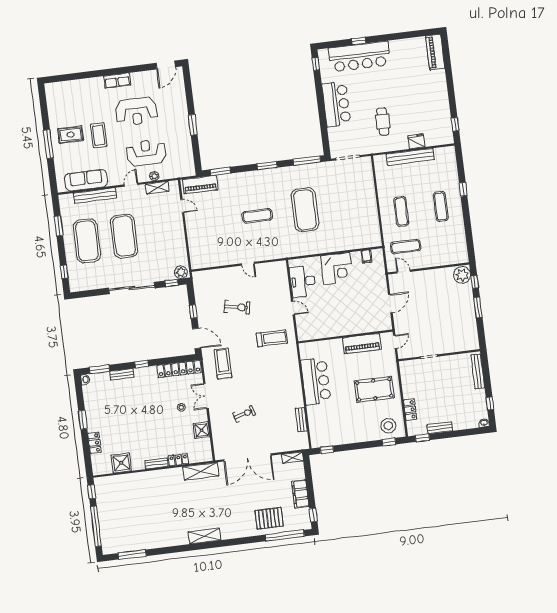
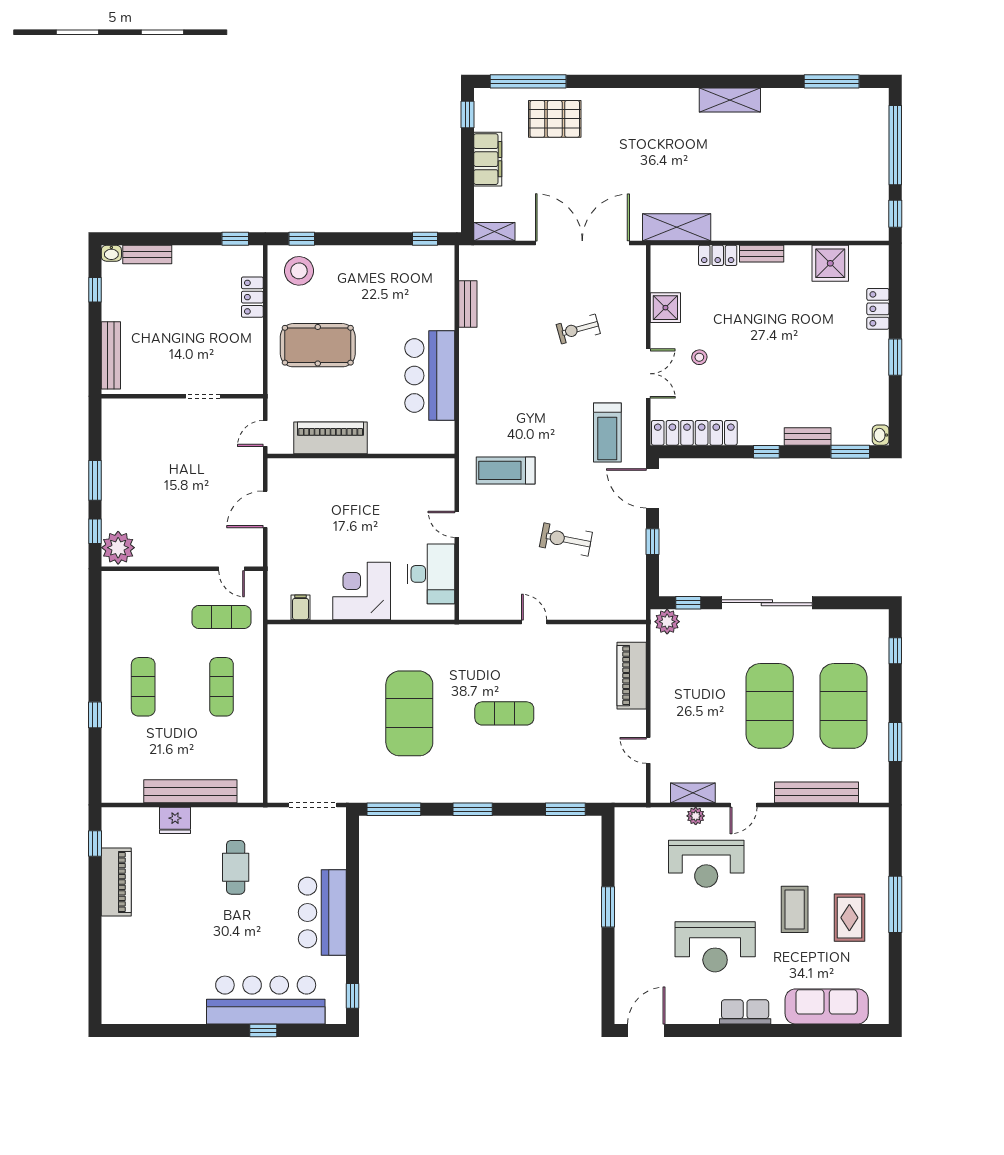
piano: (435, 52) -> (116, 882), moved
reception desk: (136, 111) -> (715, 947), turned 180
rug: (71, 135) -> (849, 918), turned 90
sofa: (86, 180) -> (827, 1006), moved, turned 180
piano: (200, 185) -> (632, 676), moved, turned -90
bench: (440, 428) -> (147, 255), moved
shelving: (204, 536) -> (730, 100), moved

